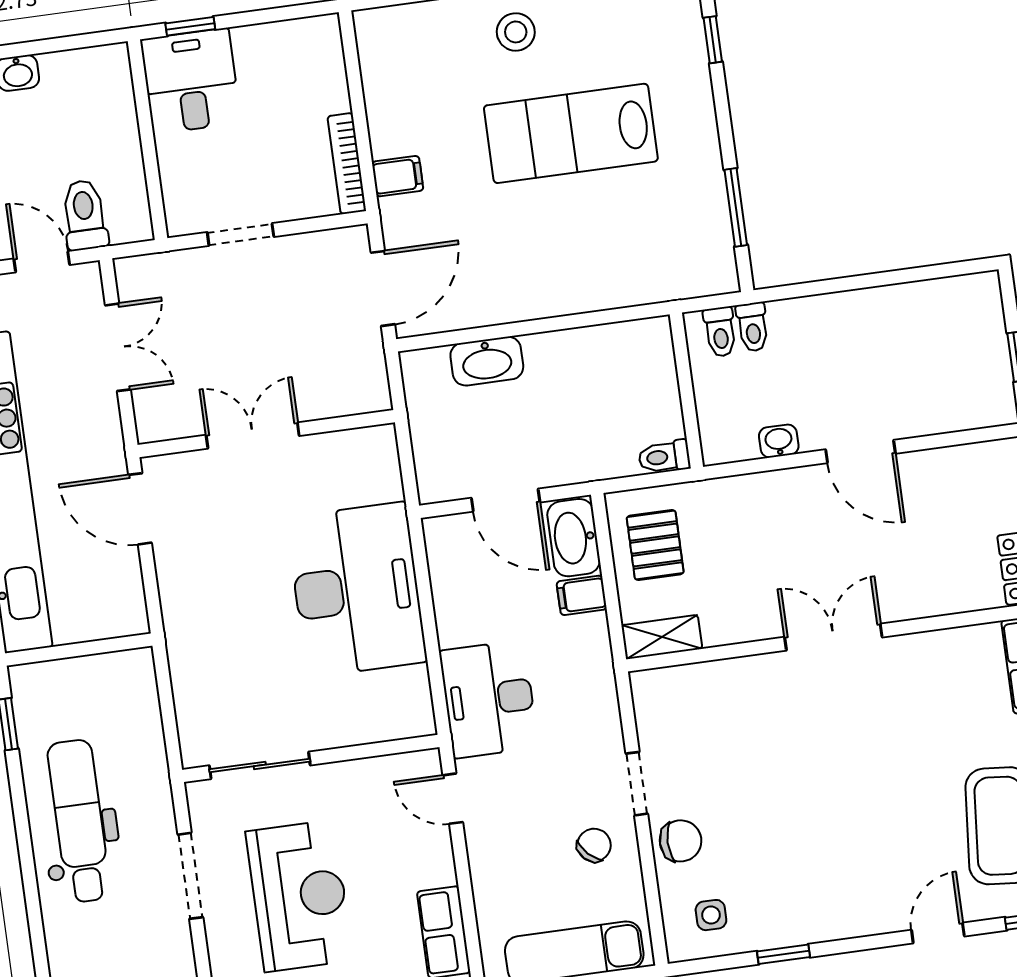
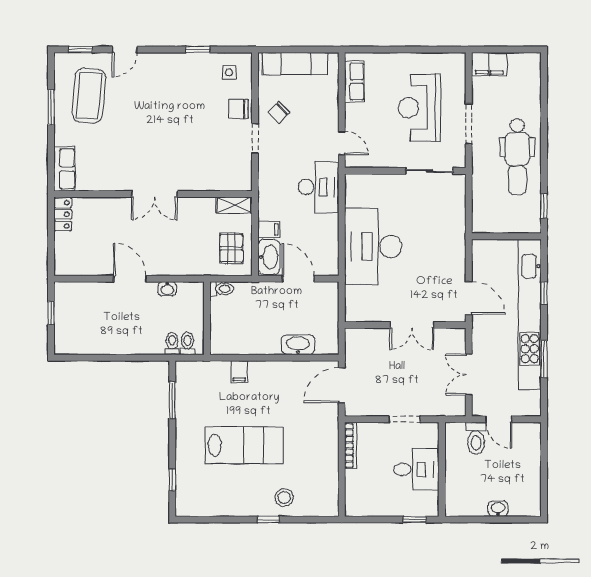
stool: (516, 32) -> (284, 498), moved
desk: (191, 81) -> (416, 469), moved, turned -90
filing cabinet: (398, 176) -> (239, 372), moved, turned -90

